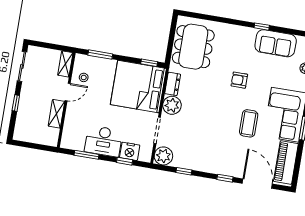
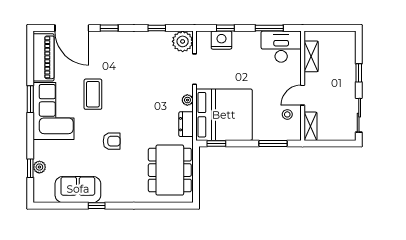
plant: (172, 105) -> (187, 100), width x0.53, depth x0.53
shelving: (56, 114) -> (311, 56), moved
desk: (104, 141) -> (281, 47), moved

